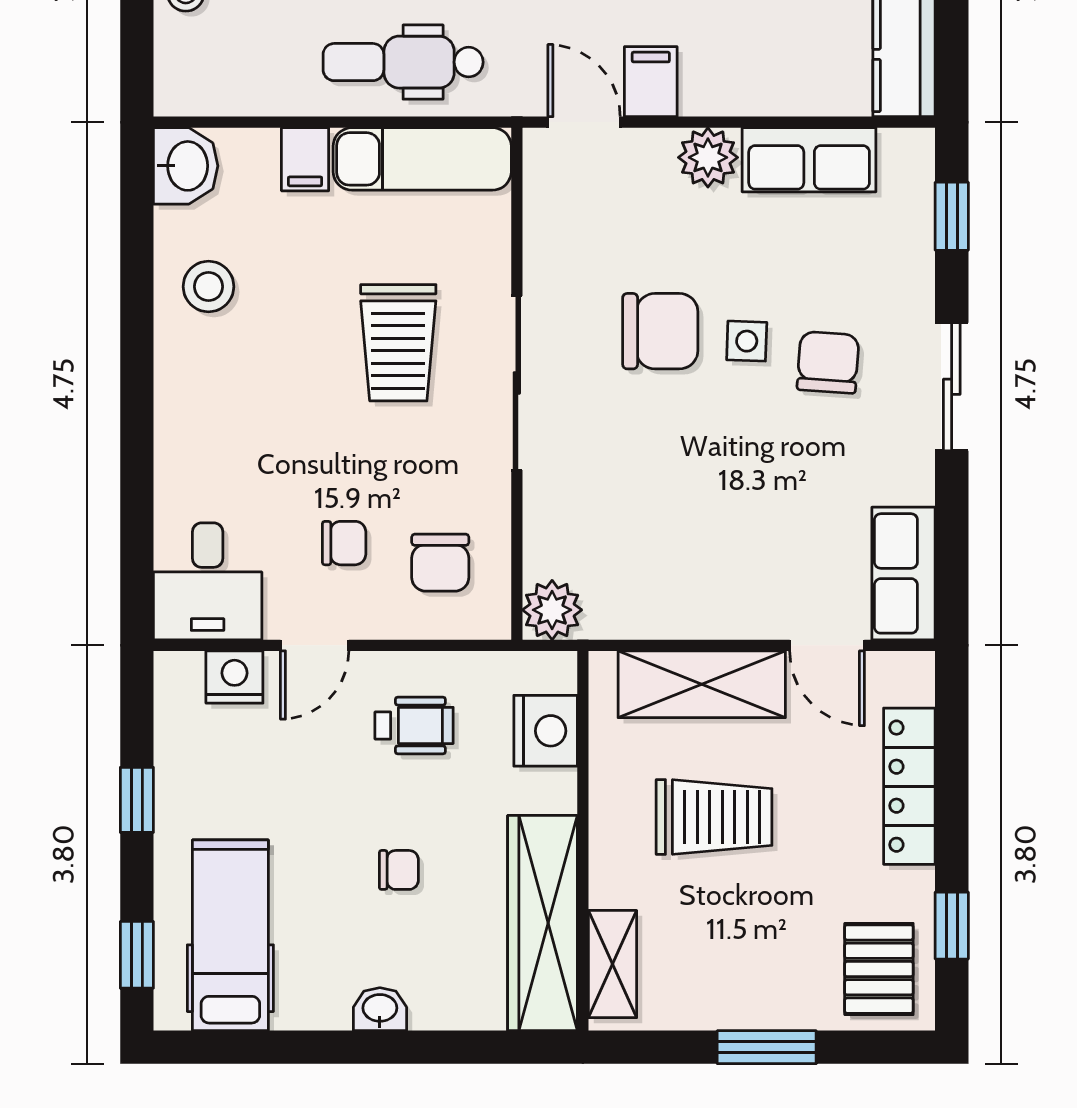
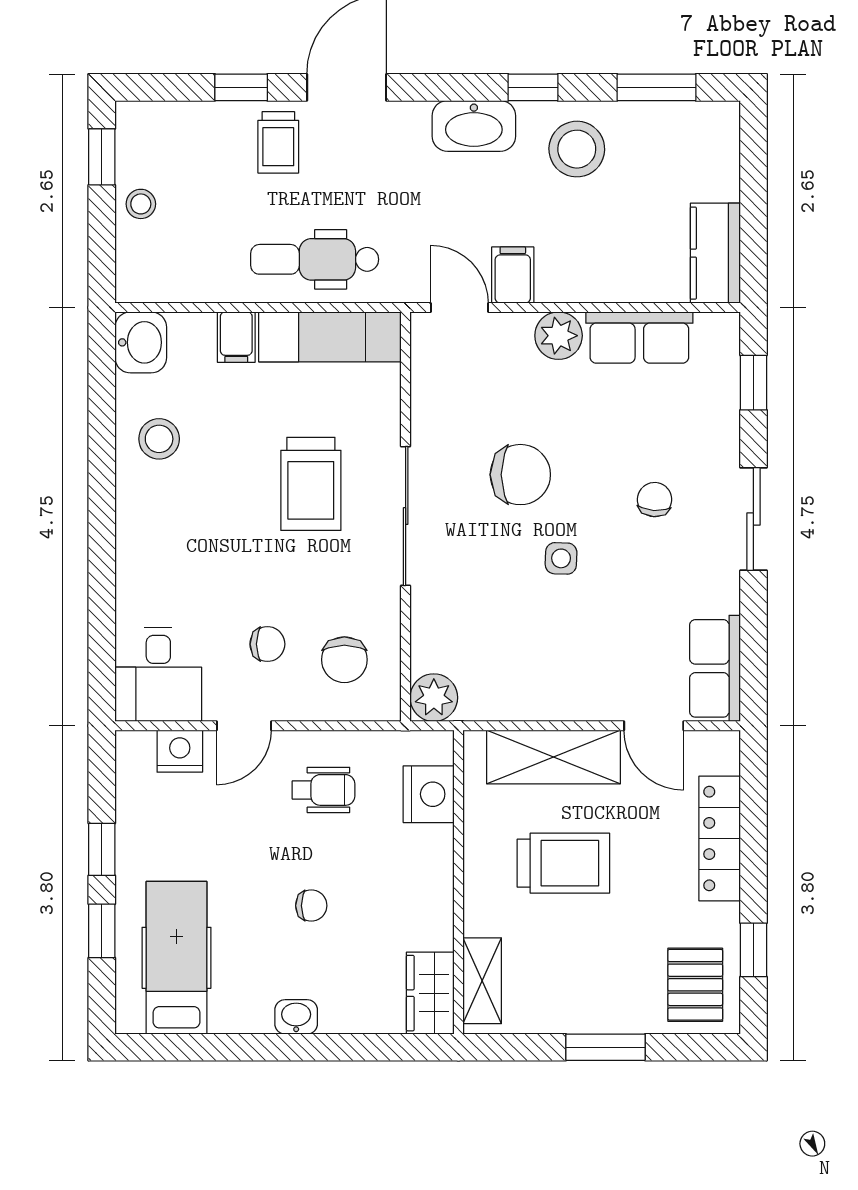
side table: (747, 341) -> (561, 558), moved
chair: (828, 362) -> (655, 500), width x0.73, depth x0.73
wardrobe: (542, 923) -> (430, 993), width x0.48, depth x0.85
window: (137, 955) -> (102, 931), moved

